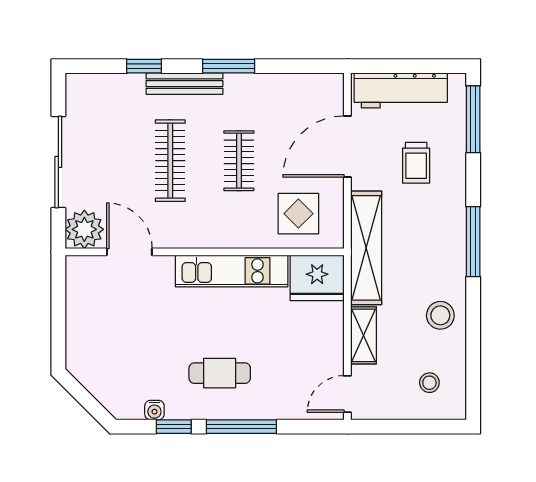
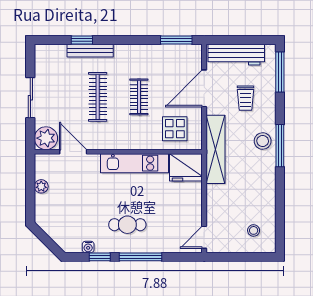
window: (229, 66) -> (176, 40), moved
bench: (184, 84) -> (90, 51), moved
sliding door: (58, 162) -> (30, 98), width x0.73
plant: (76, 309) -> (41, 186), added
stool: (440, 315) -> (263, 141), moved
shelving: (363, 335) -> (214, 202), removed

